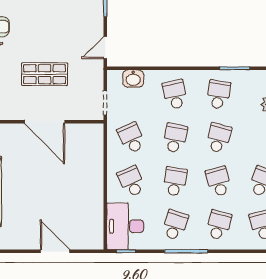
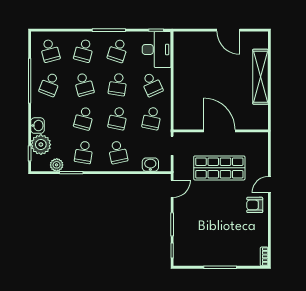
shop shelf: (45, 74) -> (219, 168), width x1.43, depth x1.36
plant: (254, 78) -> (57, 165), added
school desk: (131, 138) -> (152, 118), turned 36
door: (55, 251) -> (228, 30), moved

